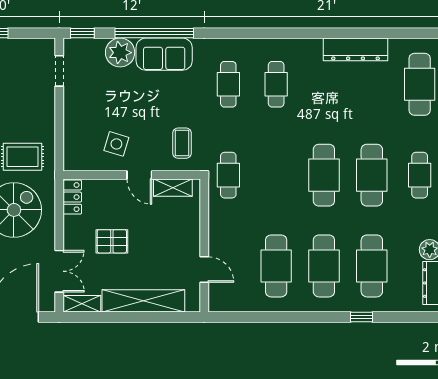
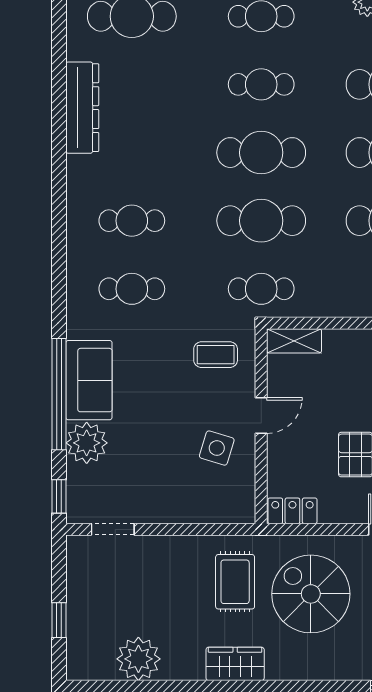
cafe table: (276, 175) -> (261, 221), added
cafe table: (372, 175) -> (261, 84), width x0.73, depth x0.74
shelving: (173, 188) -> (294, 341), moved, turned 90

